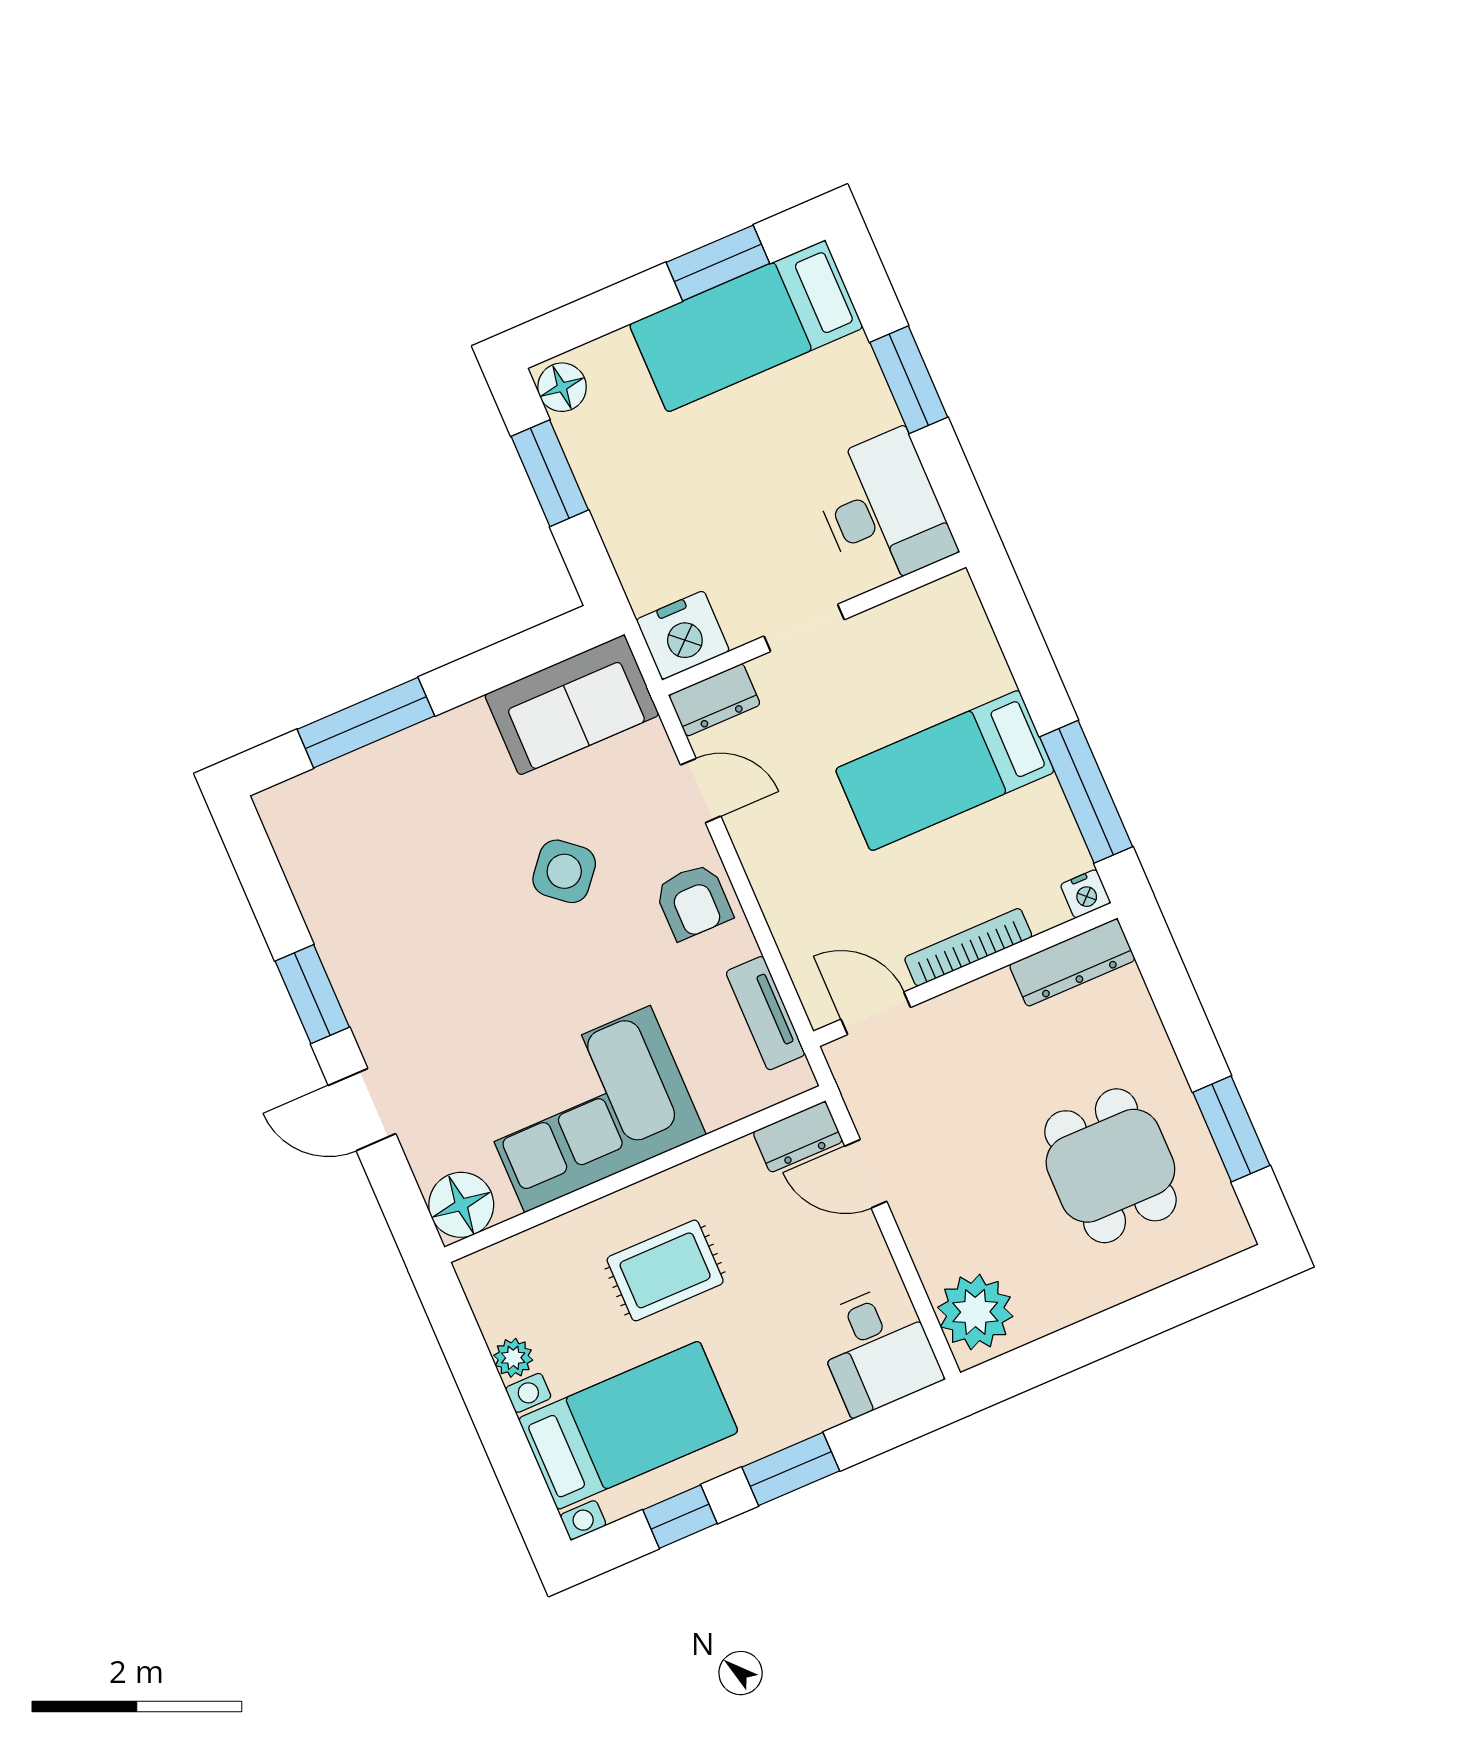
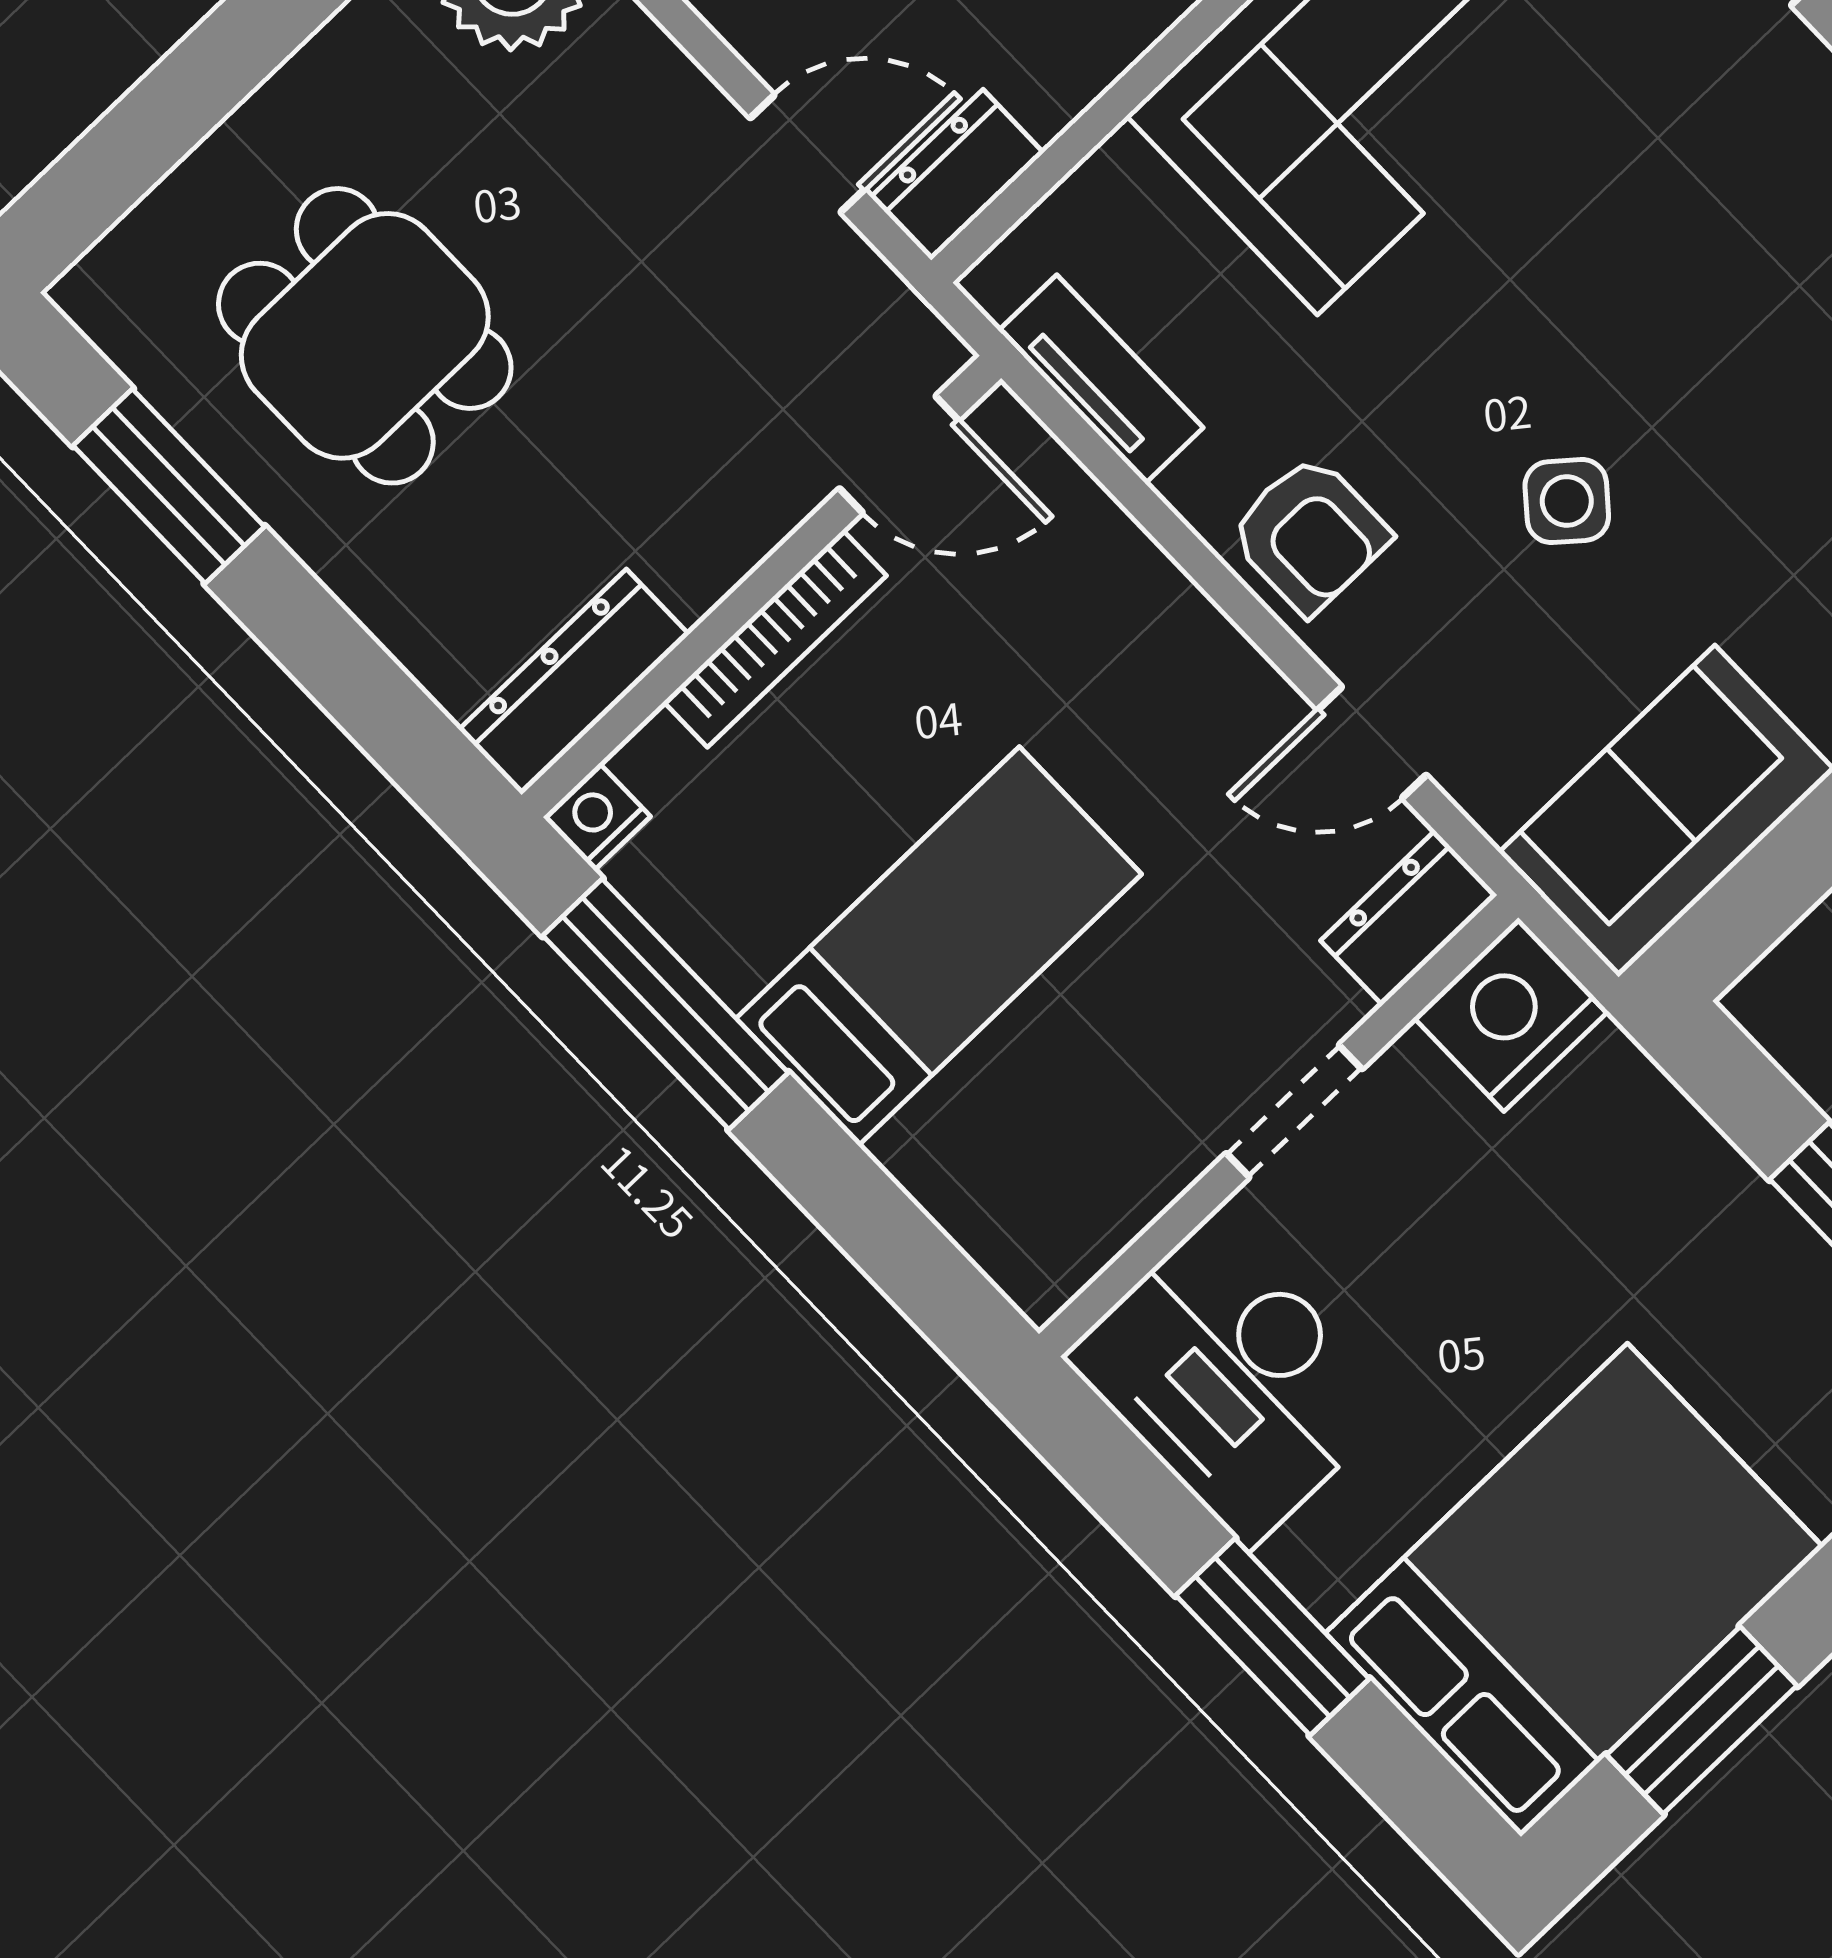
bed: (746, 326) -> (1574, 1590), width x1.50
side table: (564, 871) -> (1567, 501), width x0.73, depth x0.73
armchair: (693, 901) -> (1309, 534), turned 180

